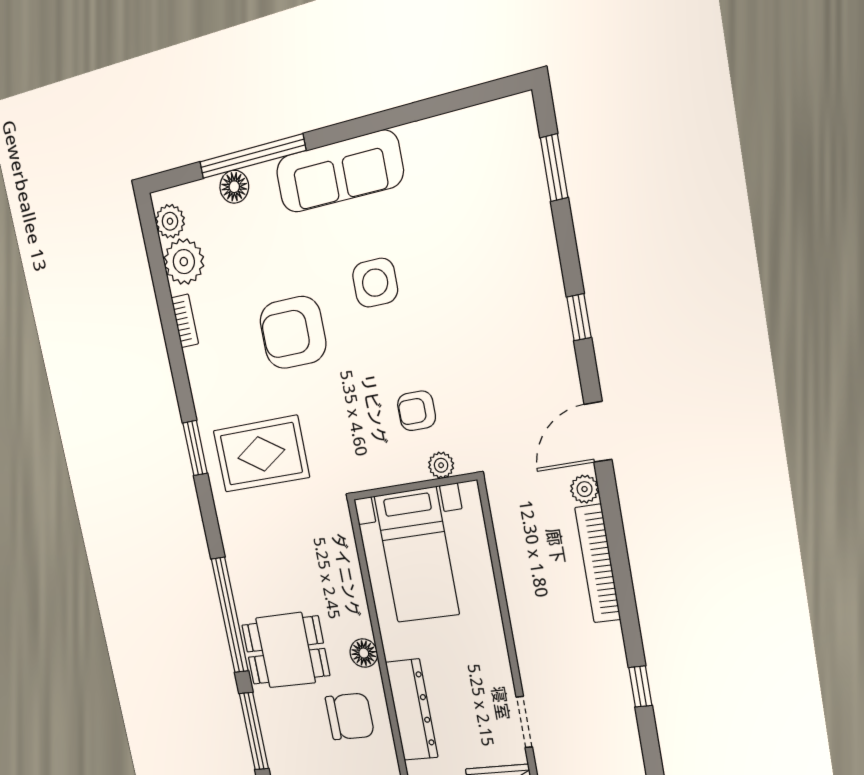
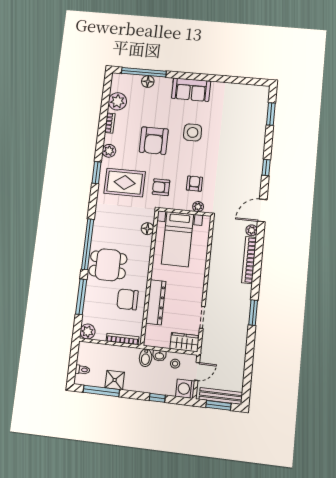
window: (252, 156) -> (144, 72), moved
sofa: (339, 172) -> (191, 90), width x0.73
plant: (170, 221) -> (109, 151), moved
armchair: (293, 332) -> (154, 141), turned -90
armchair: (416, 411) -> (194, 184), turned 90
armchair: (343, 442) -> (161, 187), added
floor lamp: (364, 653) -> (147, 229), moved
window: (640, 687) -> (253, 313), width x1.50
chair: (350, 716) -> (127, 299), turned 180

